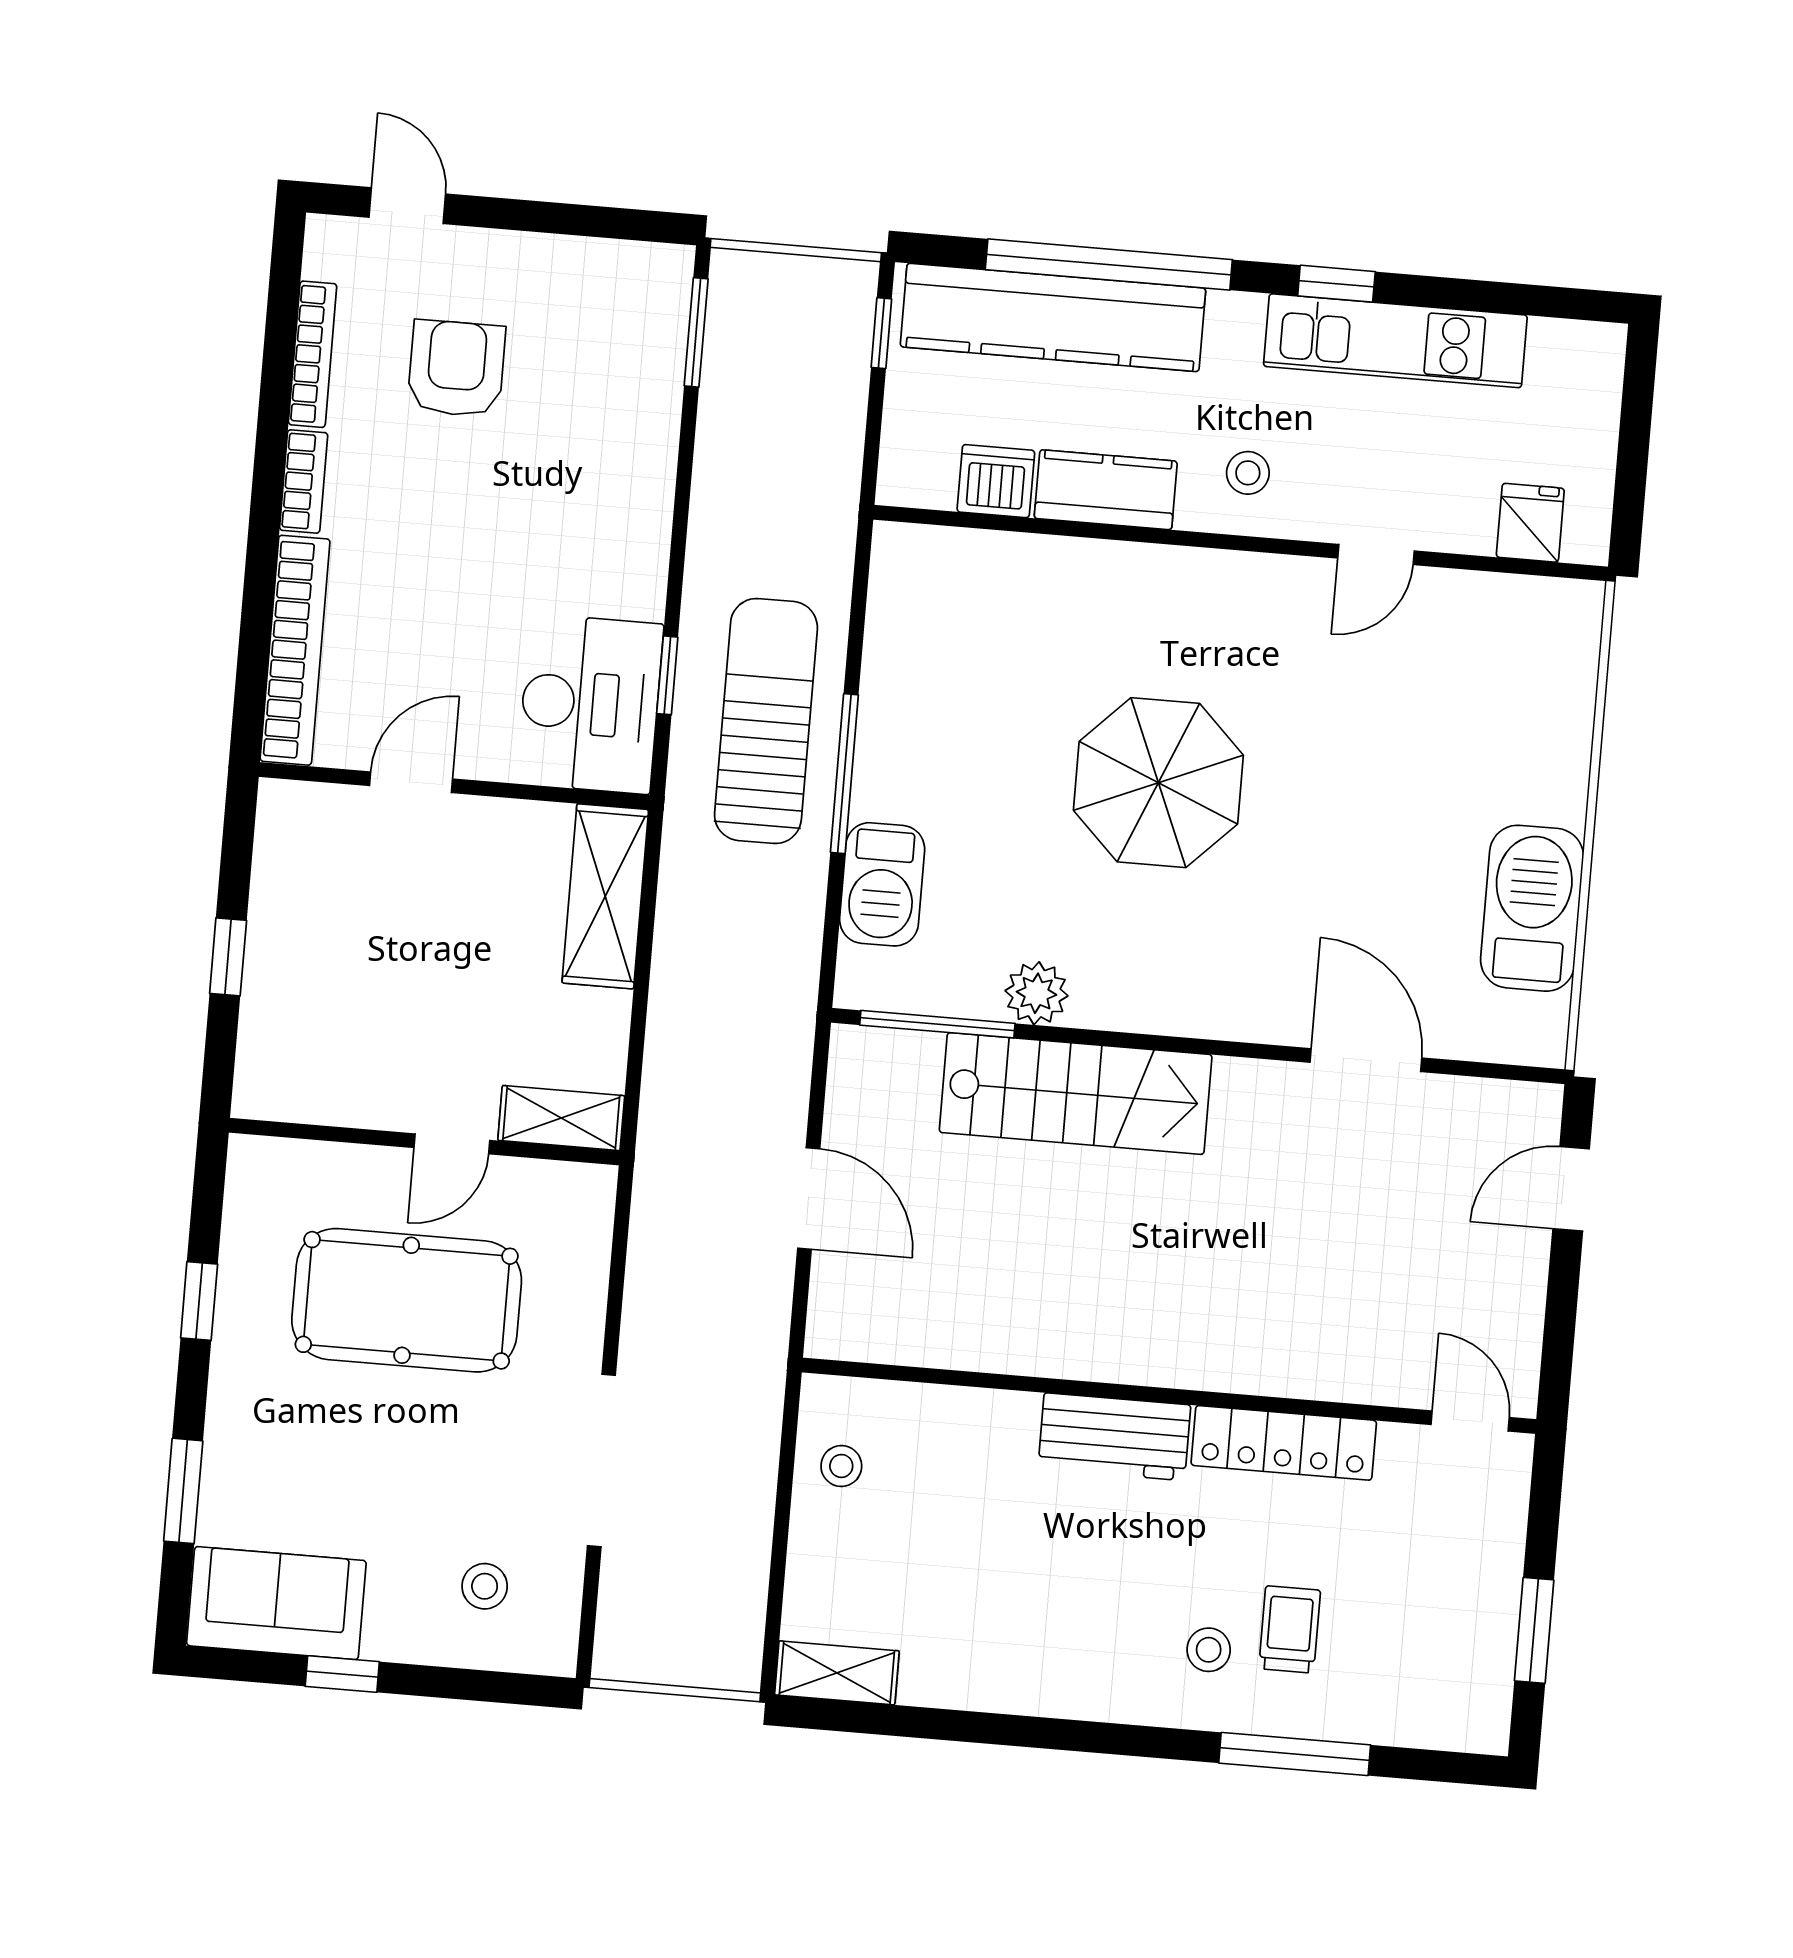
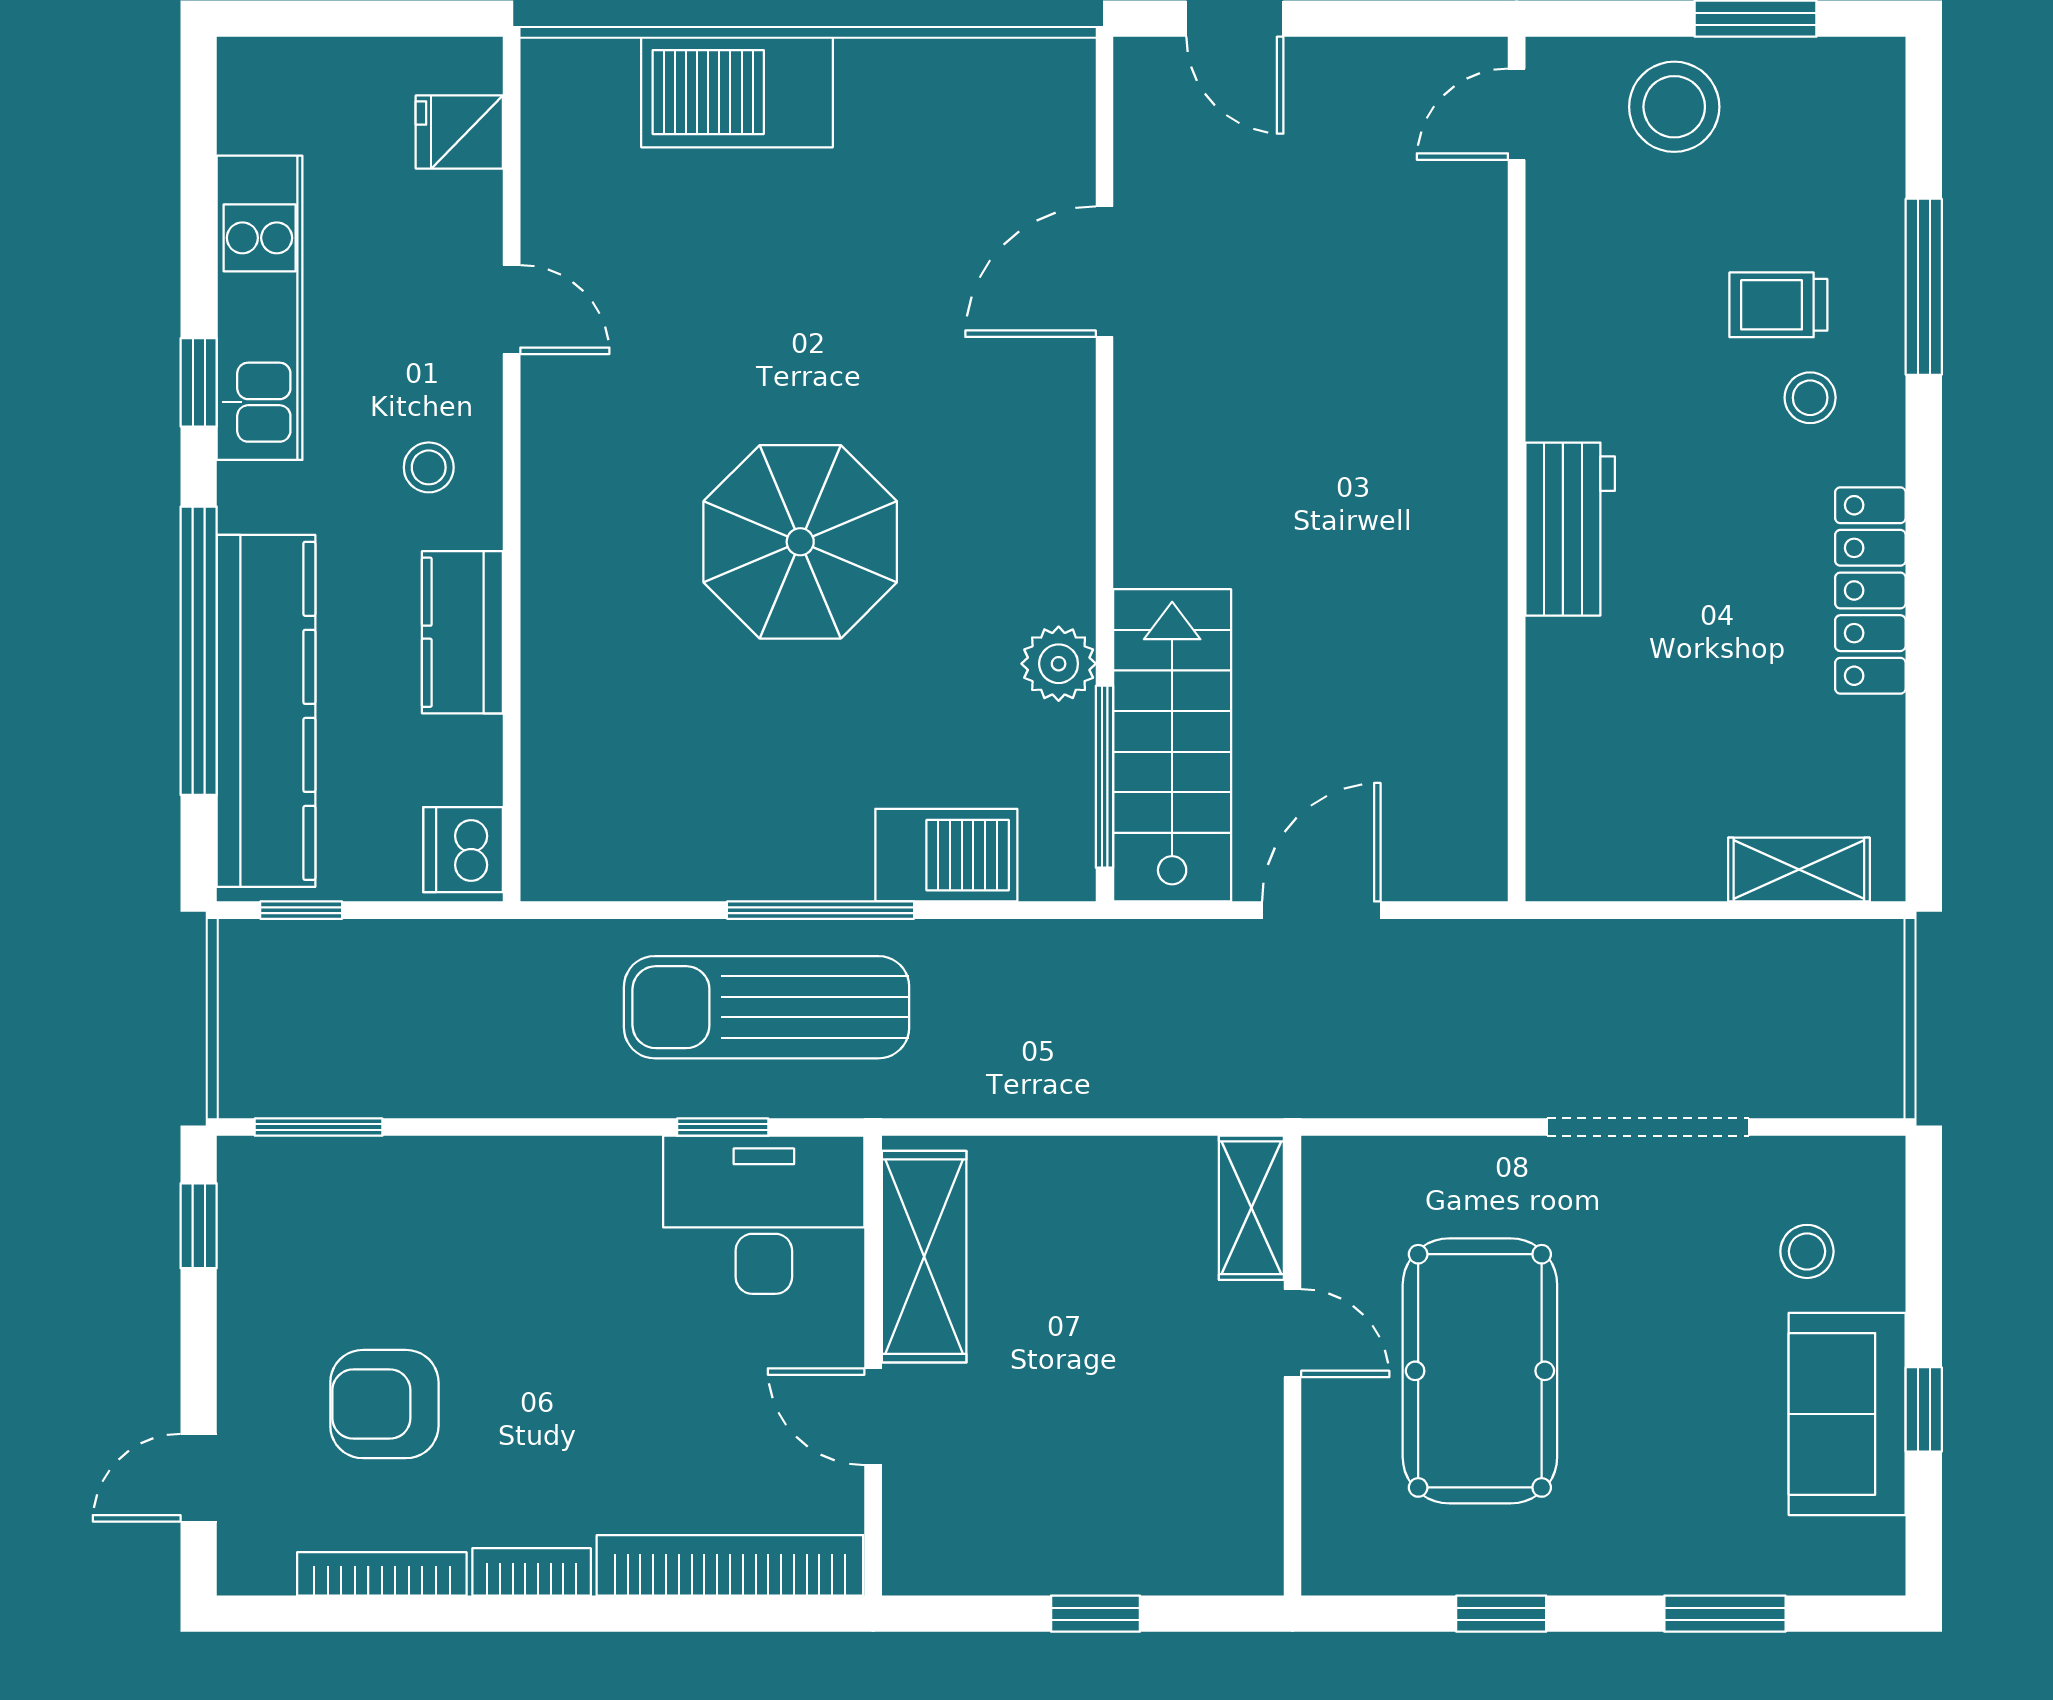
window: (621, 224) -> (199, 1226), added
dishwasher: (996, 481) -> (463, 850), moved
shelving: (605, 896) -> (924, 1257), moved, turned 90
barbecue: (1532, 908) -> (737, 92), moved
stairs: (1076, 1093) -> (1172, 745), moved
locker: (1284, 1443) -> (1870, 590), moved, turned 180
stool: (841, 1466) -> (1674, 107), moved, width x1.89, depth x1.89
sofa: (276, 1603) -> (1847, 1414), moved
shelving: (837, 1673) -> (1799, 870), moved, turned 90

